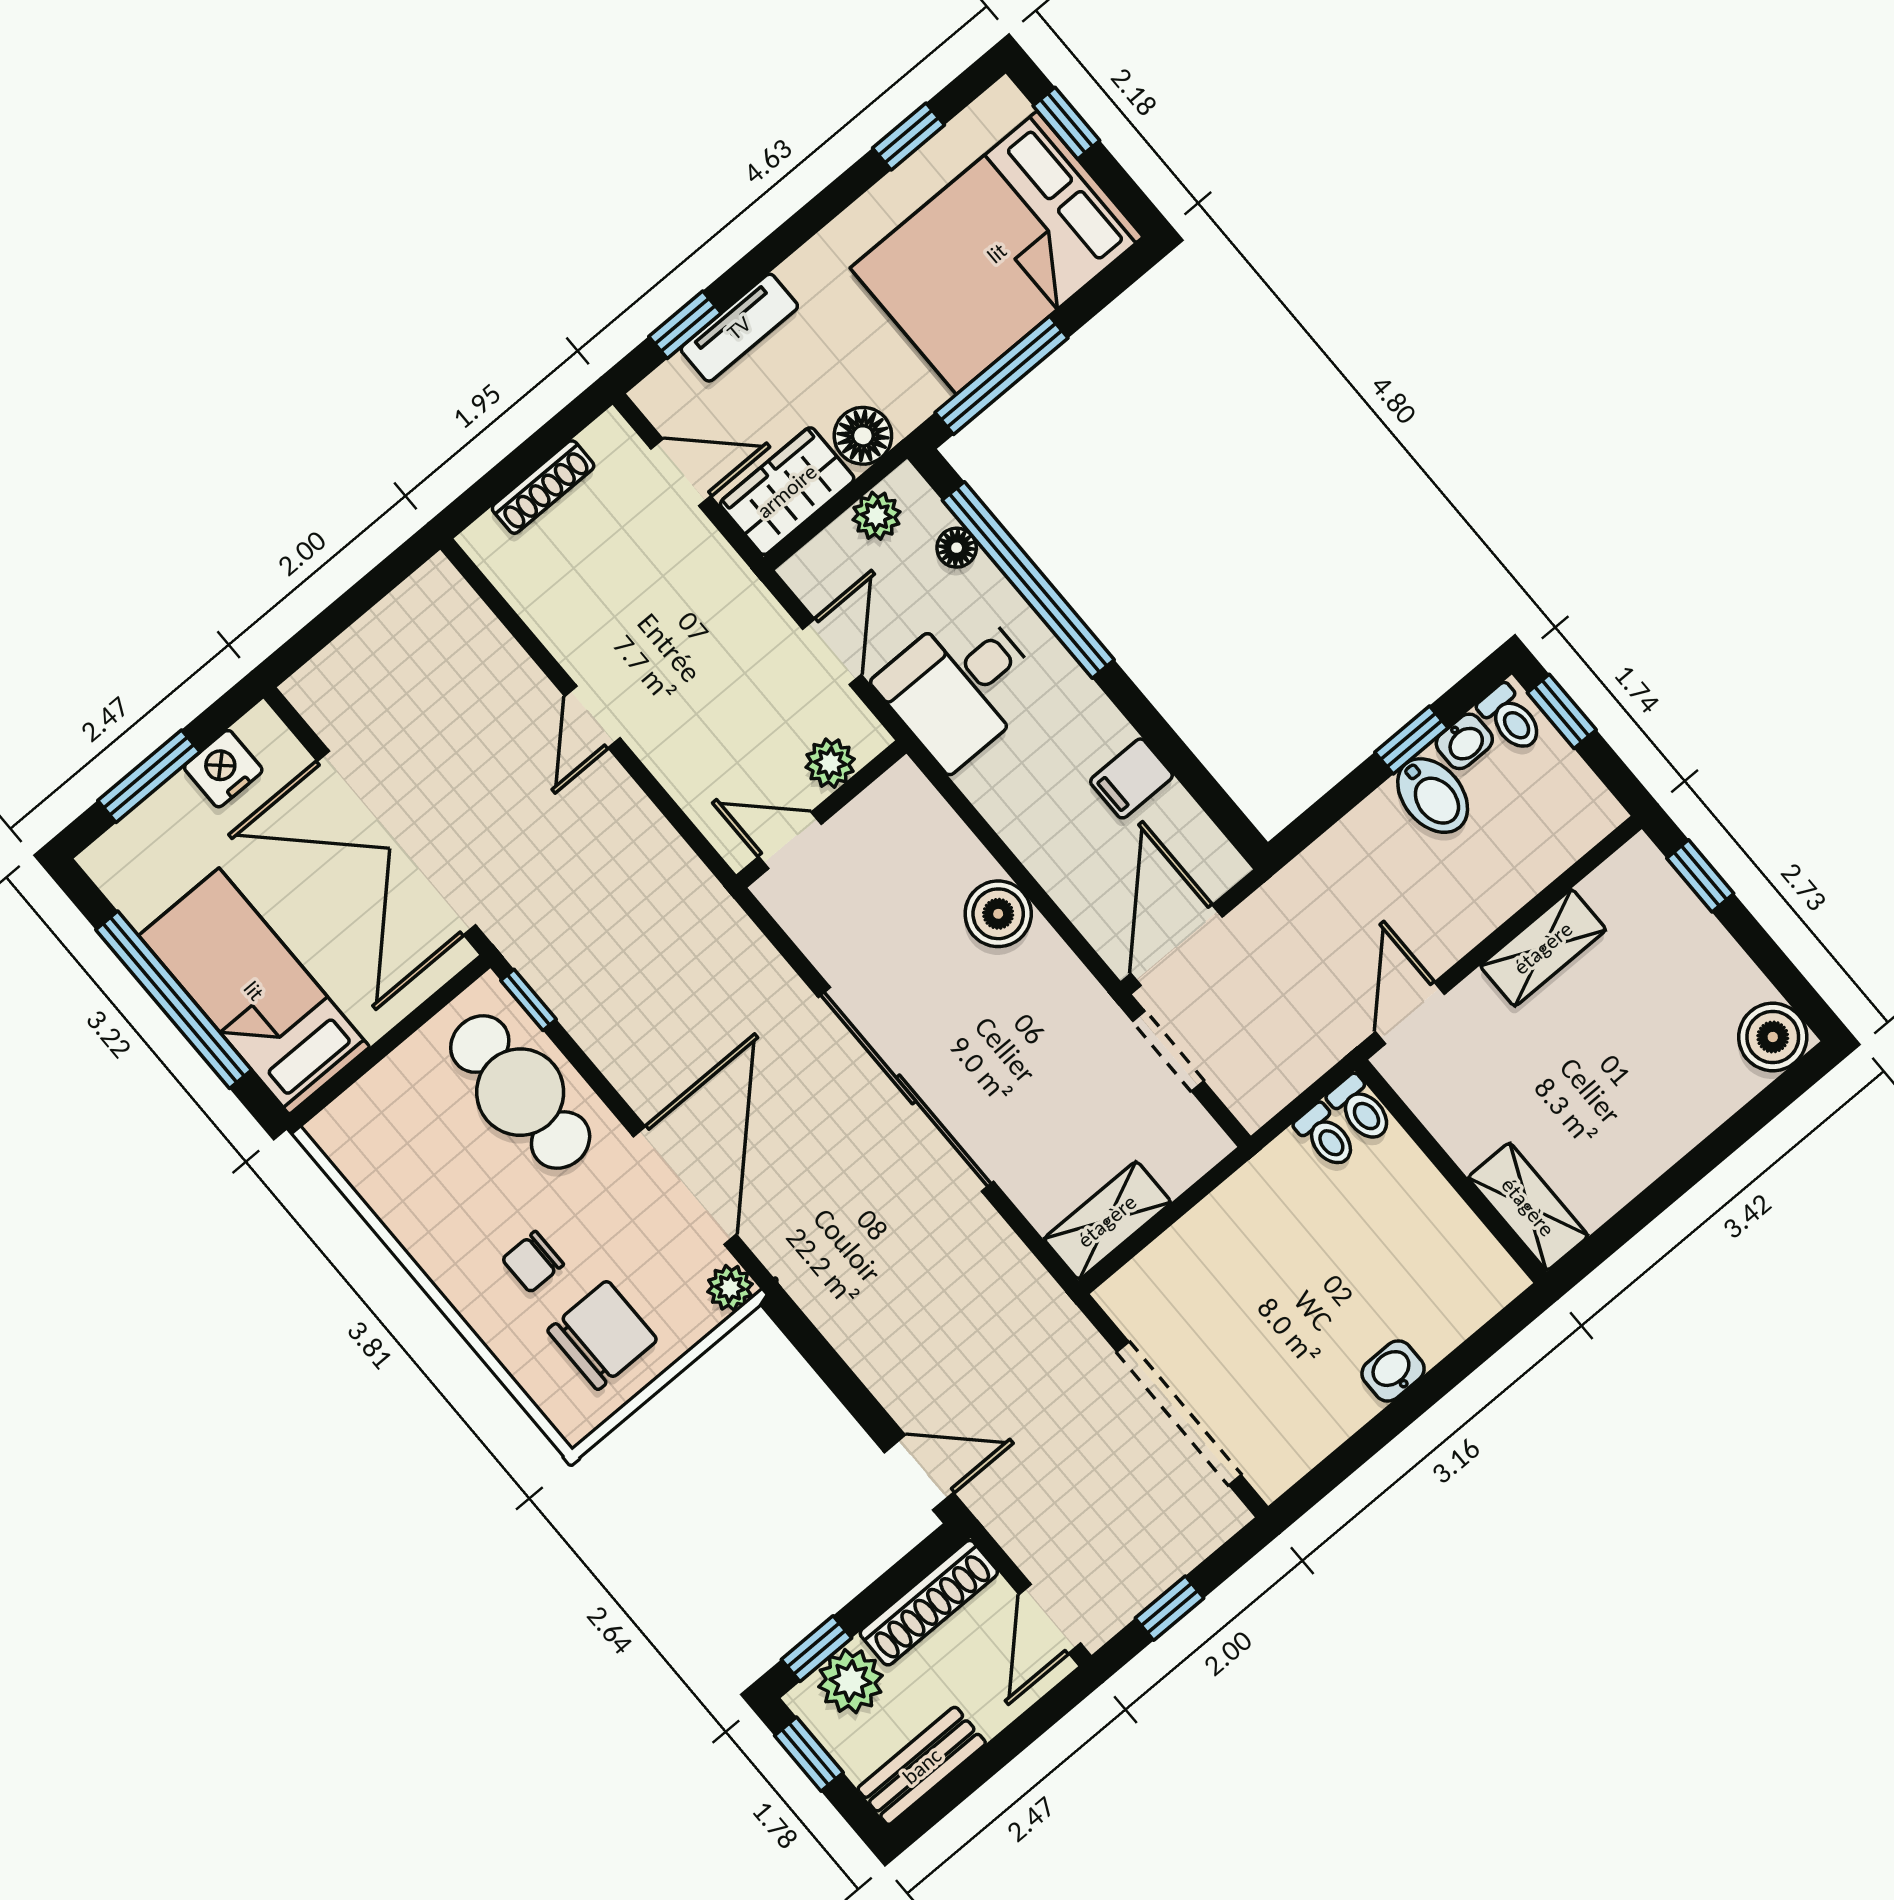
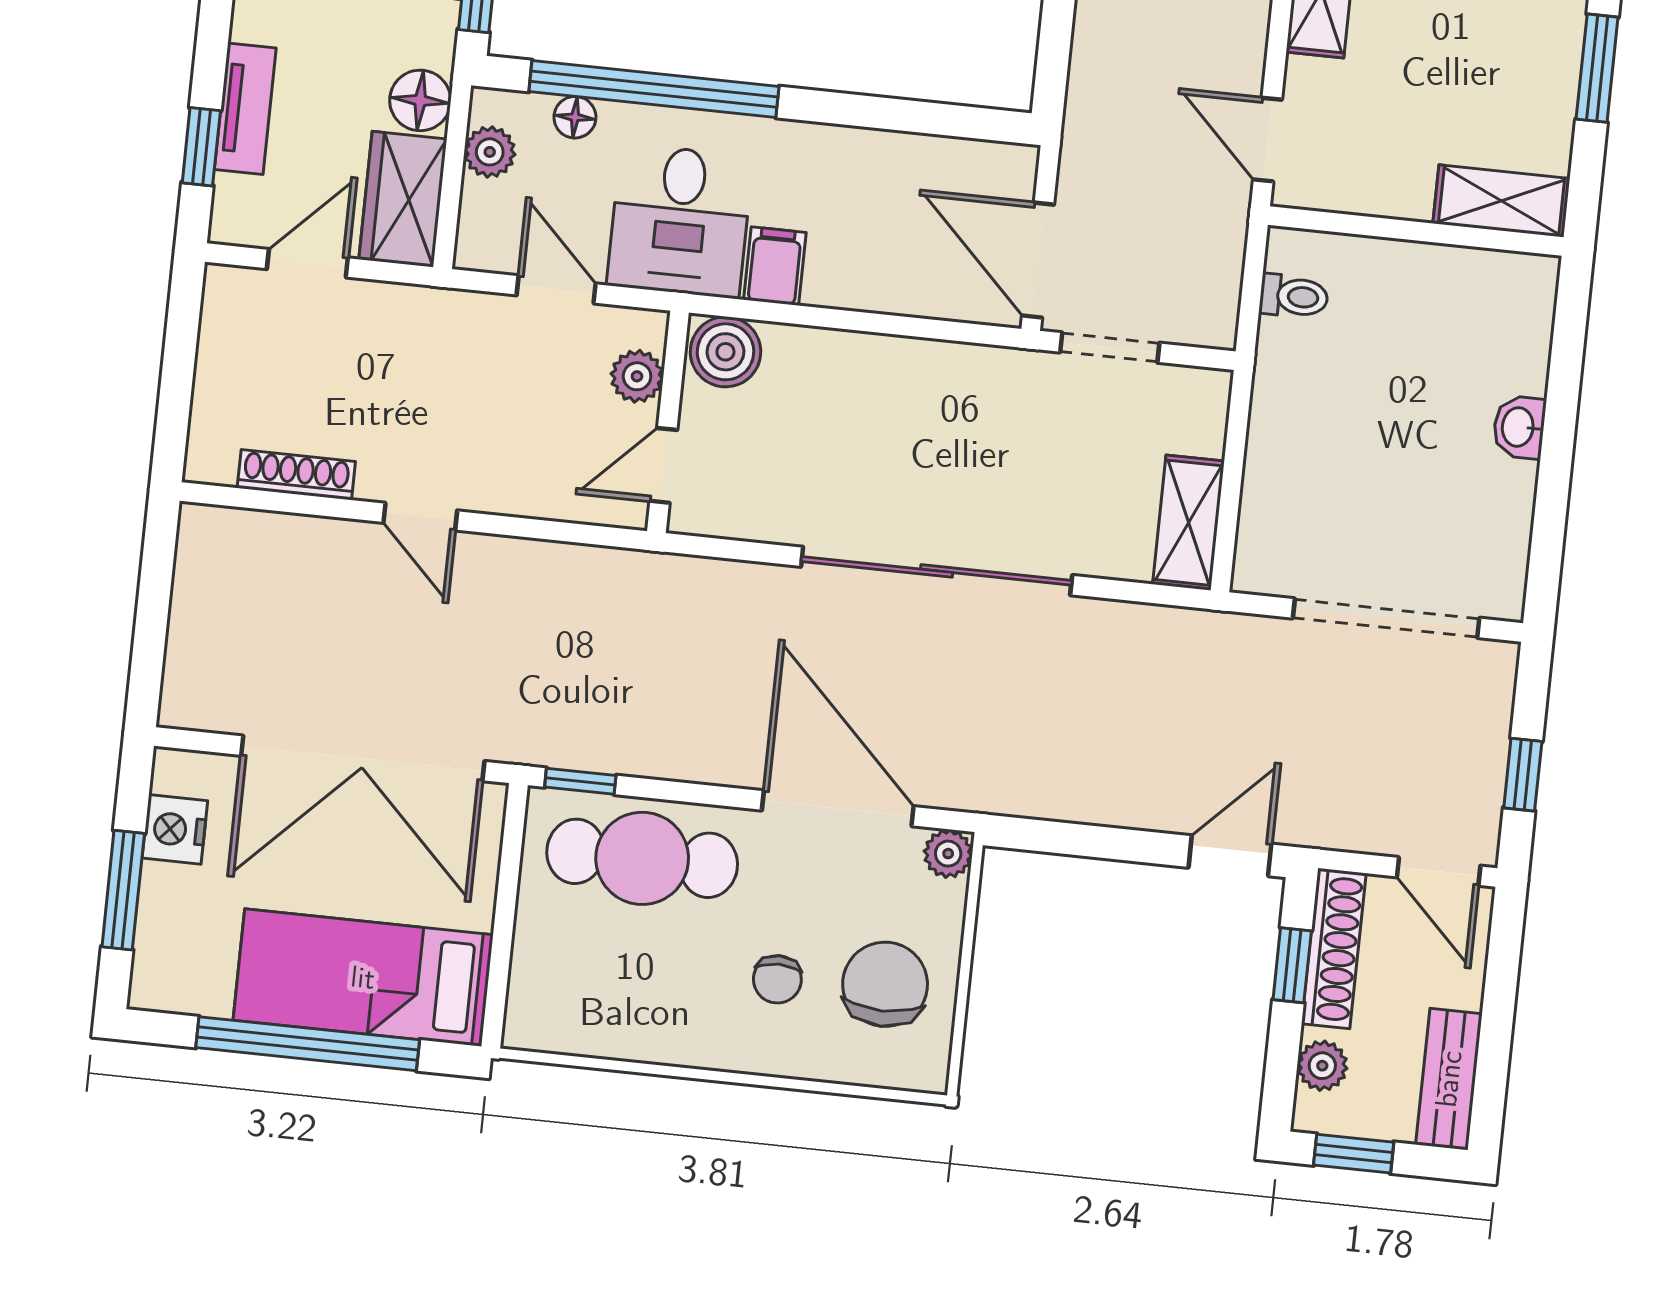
shoe rack: (543, 487) -> (296, 475), moved, turned -90
filing cabinet: (1131, 778) -> (775, 266), moved, turned 180
boiler: (998, 914) -> (725, 352), moved
toilet: (1360, 1109) -> (1300, 250), removed
window: (1679, 1179) -> (1597, 68), added
window: (817, 1649) -> (1292, 965), moved
plant: (851, 1681) -> (1322, 1066), width x0.73, depth x0.73

